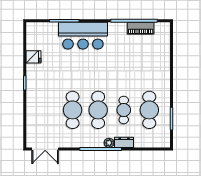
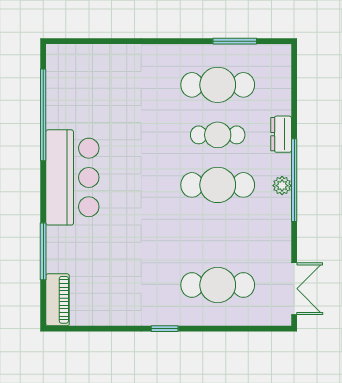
piano: (141, 28) -> (58, 300), moved
bar counter: (83, 36) -> (72, 177), moved
fridge: (33, 57) -> (114, 312), removed
cafe table: (73, 110) -> (218, 285), moved
plant: (109, 143) -> (282, 186), moved

